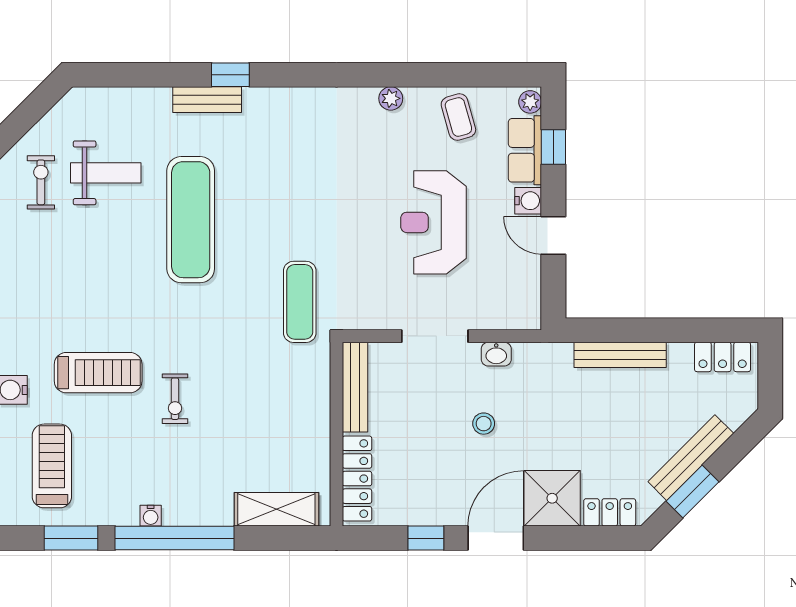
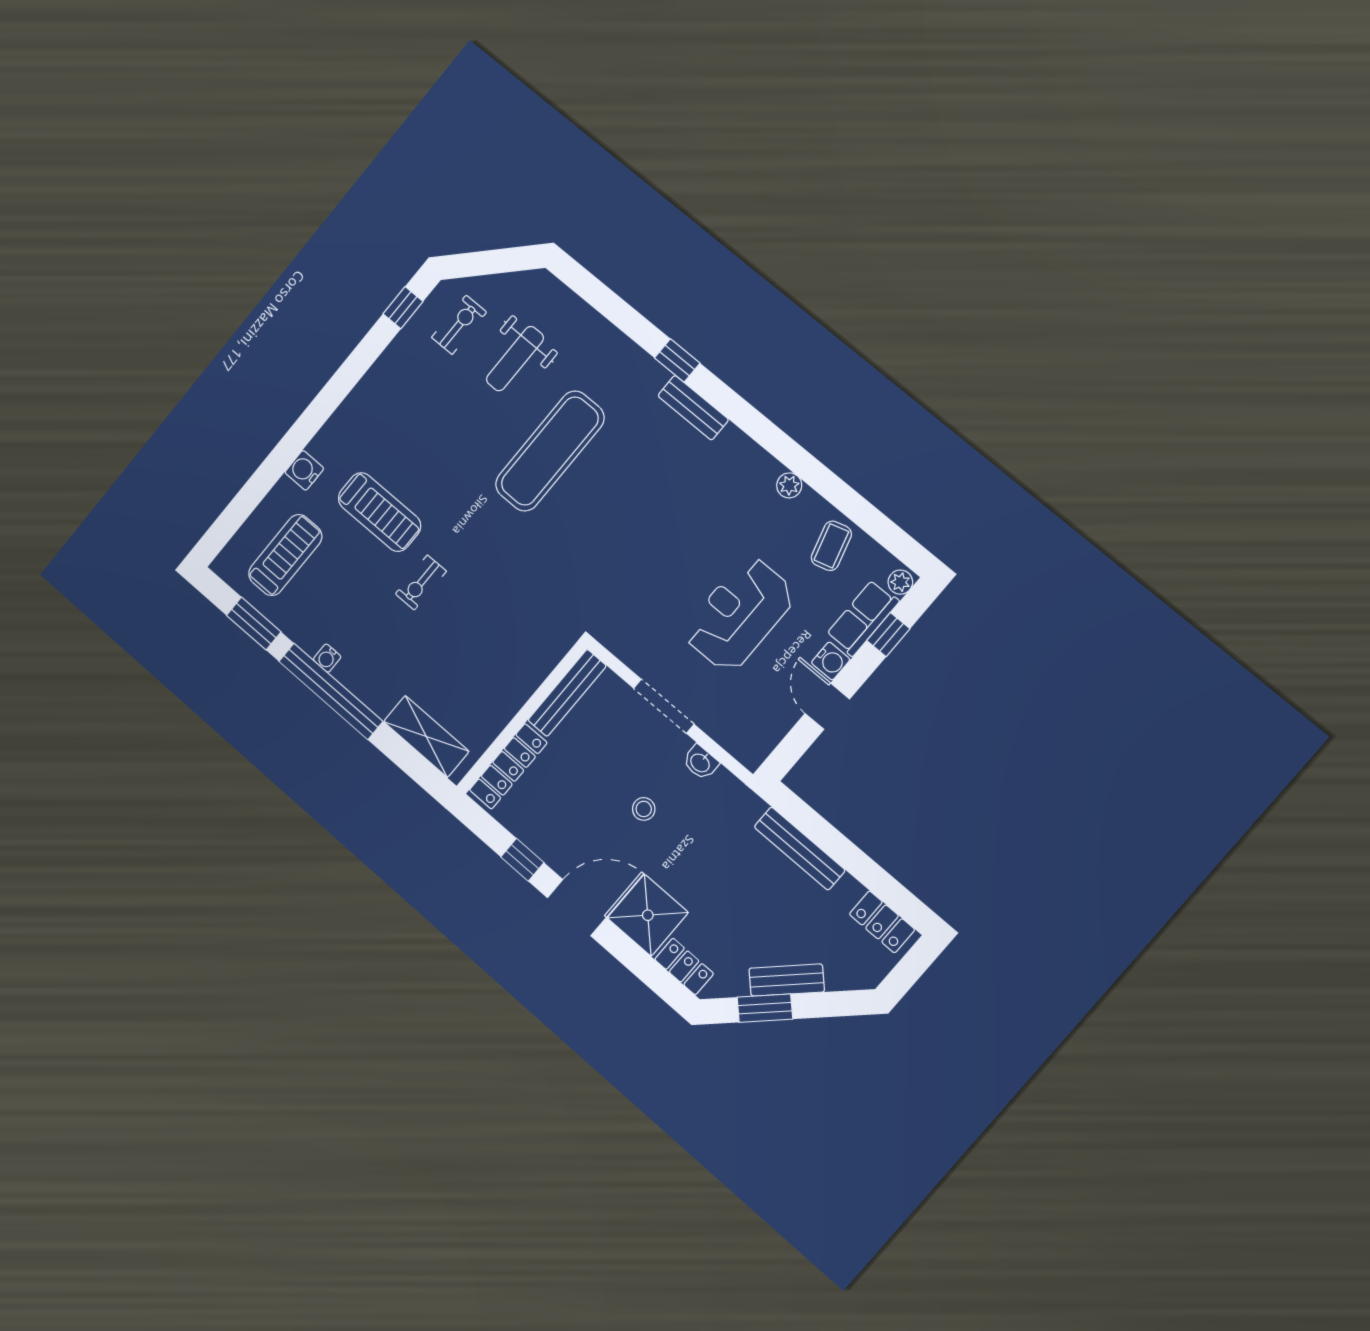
bench: (207, 100) -> (693, 408), moved
weight bench: (106, 173) -> (515, 359), turned 90
exercise mat: (300, 302) -> (580, 588), removed
bench: (691, 458) -> (787, 980), width x0.73

